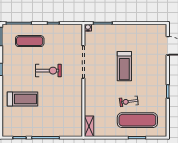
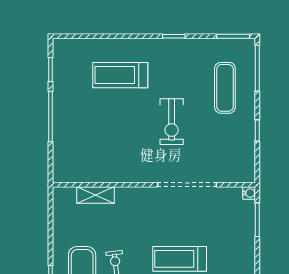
treadmill: (23, 99) -> (120, 75), turned 90
shelving: (89, 126) -> (96, 195), moved

